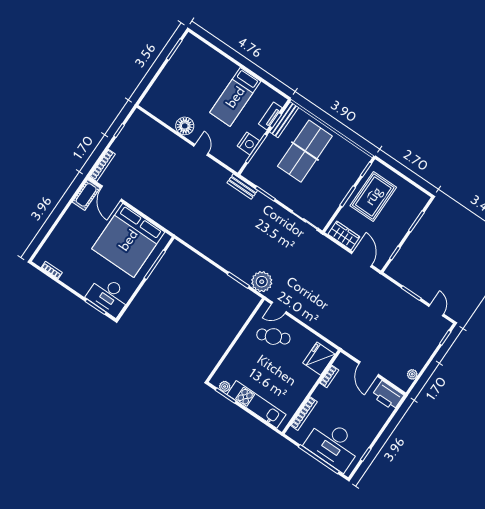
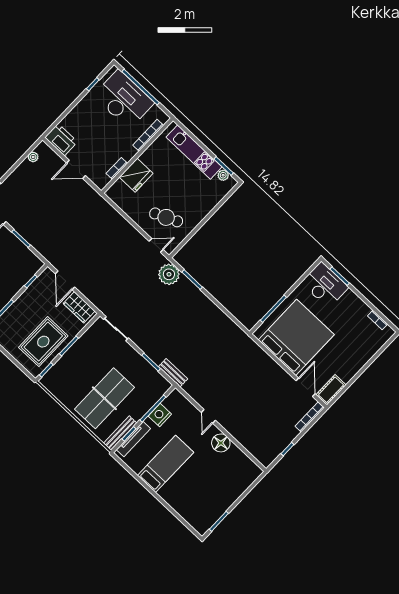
tv unit: (270, 116) -> (133, 439), width x1.41
fridge: (319, 359) -> (136, 175), moved
door: (369, 369) -> (76, 169), swing flipped

